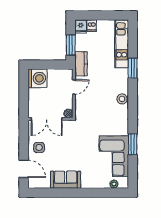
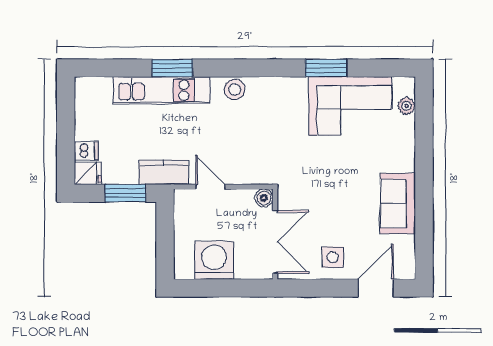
kitchen unit: (122, 44) -> (162, 90), moved
washing machine: (38, 78) -> (214, 260), moved

